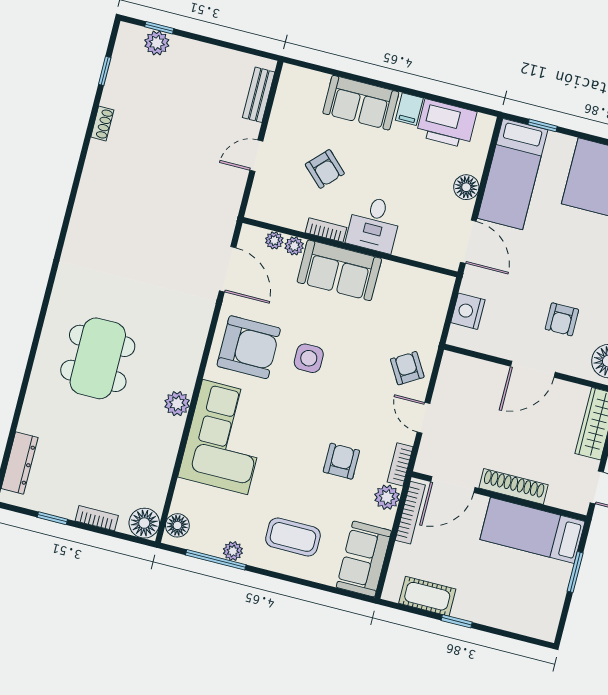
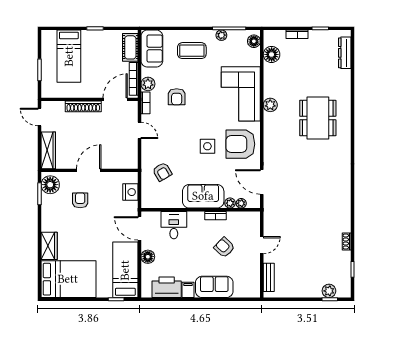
desk: (374, 224) -> (174, 225), moved
armchair: (407, 368) -> (162, 172), moved
floor lamp: (144, 523) -> (272, 54), moved
bed: (532, 530) -> (69, 56), moved, turned 90
cot: (427, 596) -> (130, 47), moved, turned 90

